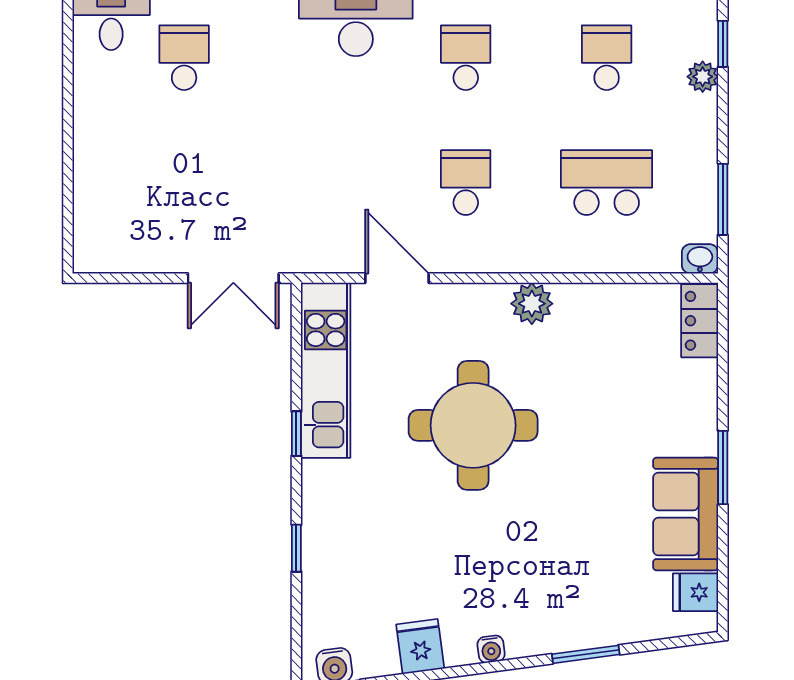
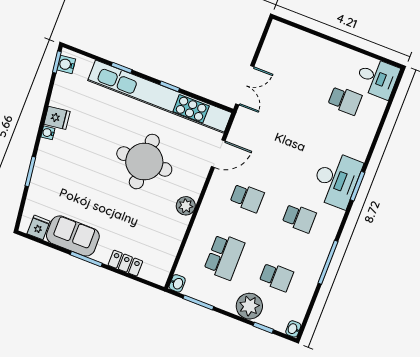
plant: (703, 77) -> (249, 306), width x1.88, depth x1.88
double door: (233, 278) -> (245, 85), swing flipped
locker: (700, 321) -> (125, 263), moved
kitchen unit: (326, 370) -> (160, 97), width x1.86
fridge: (420, 647) -> (57, 118), moved

